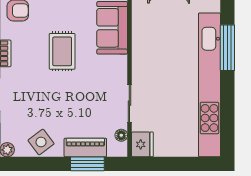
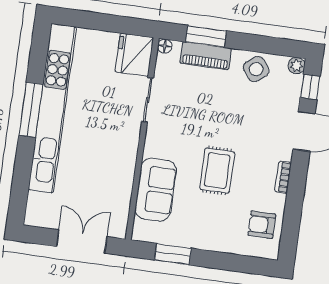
window: (227, 48) -> (31, 110), moved
floor lamp: (121, 135) -> (165, 46), moved
fridge: (142, 144) -> (134, 55), width x1.36, depth x1.34

